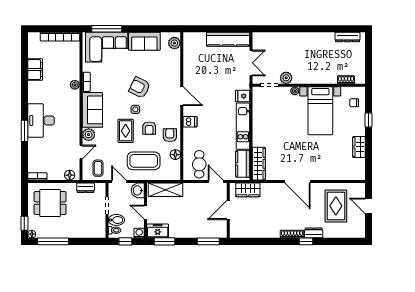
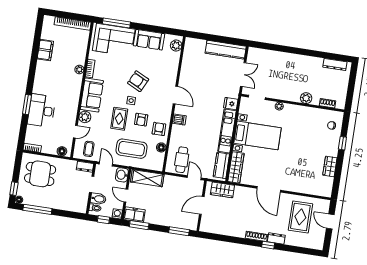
plant: (286, 78) -> (306, 98), moved
bed with nightstands: (320, 111) -> (257, 135), moved, turned -90
desk: (41, 120) -> (41, 111), moved
dresser: (86, 188) -> (85, 167), moved

